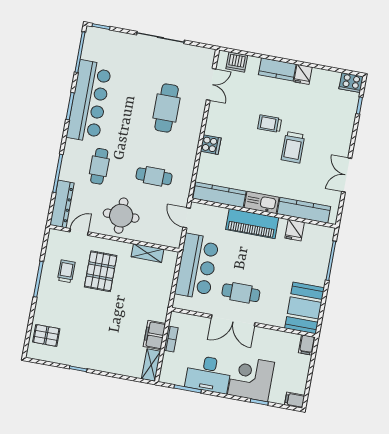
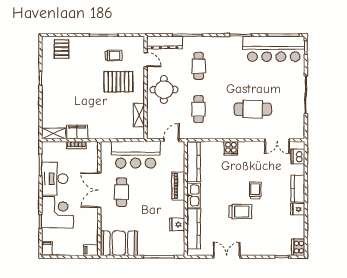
bar counter: (89, 101) -> (274, 49), moved
trolley: (293, 147) -> (240, 212), turned 180
cafe table: (99, 166) -> (199, 66), turned 90
piano: (252, 224) -> (178, 186), width x0.73, depth x0.75

